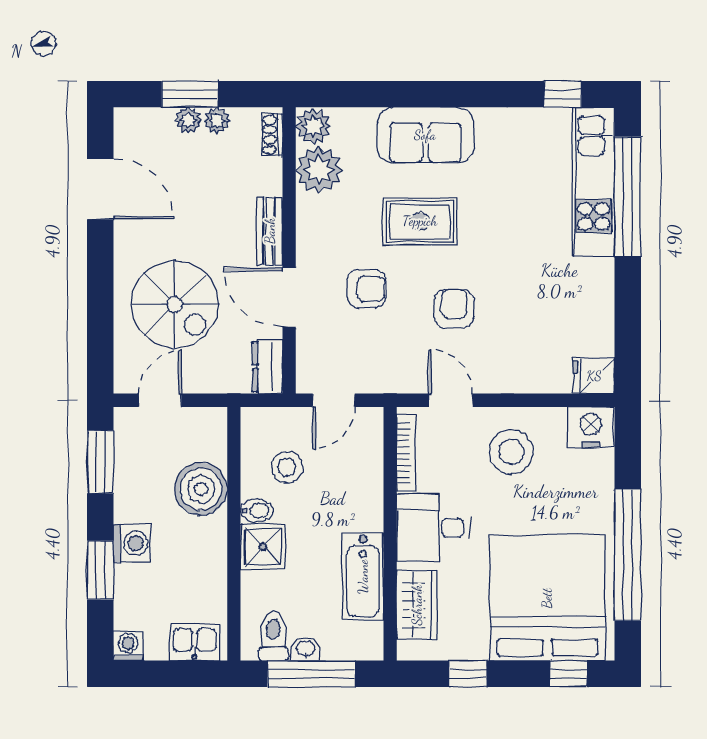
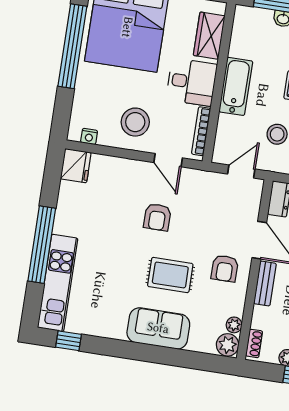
plant: (319, 170) -> (234, 325), width x0.53, depth x0.53
window: (628, 197) -> (42, 245), moved
armchair: (366, 289) -> (225, 268), moved, turned -90
fridge: (594, 376) -> (76, 166), width x1.38
nightstand: (591, 427) -> (89, 136), width x0.53, depth x0.56
bathtub: (363, 577) -> (236, 86), moved

